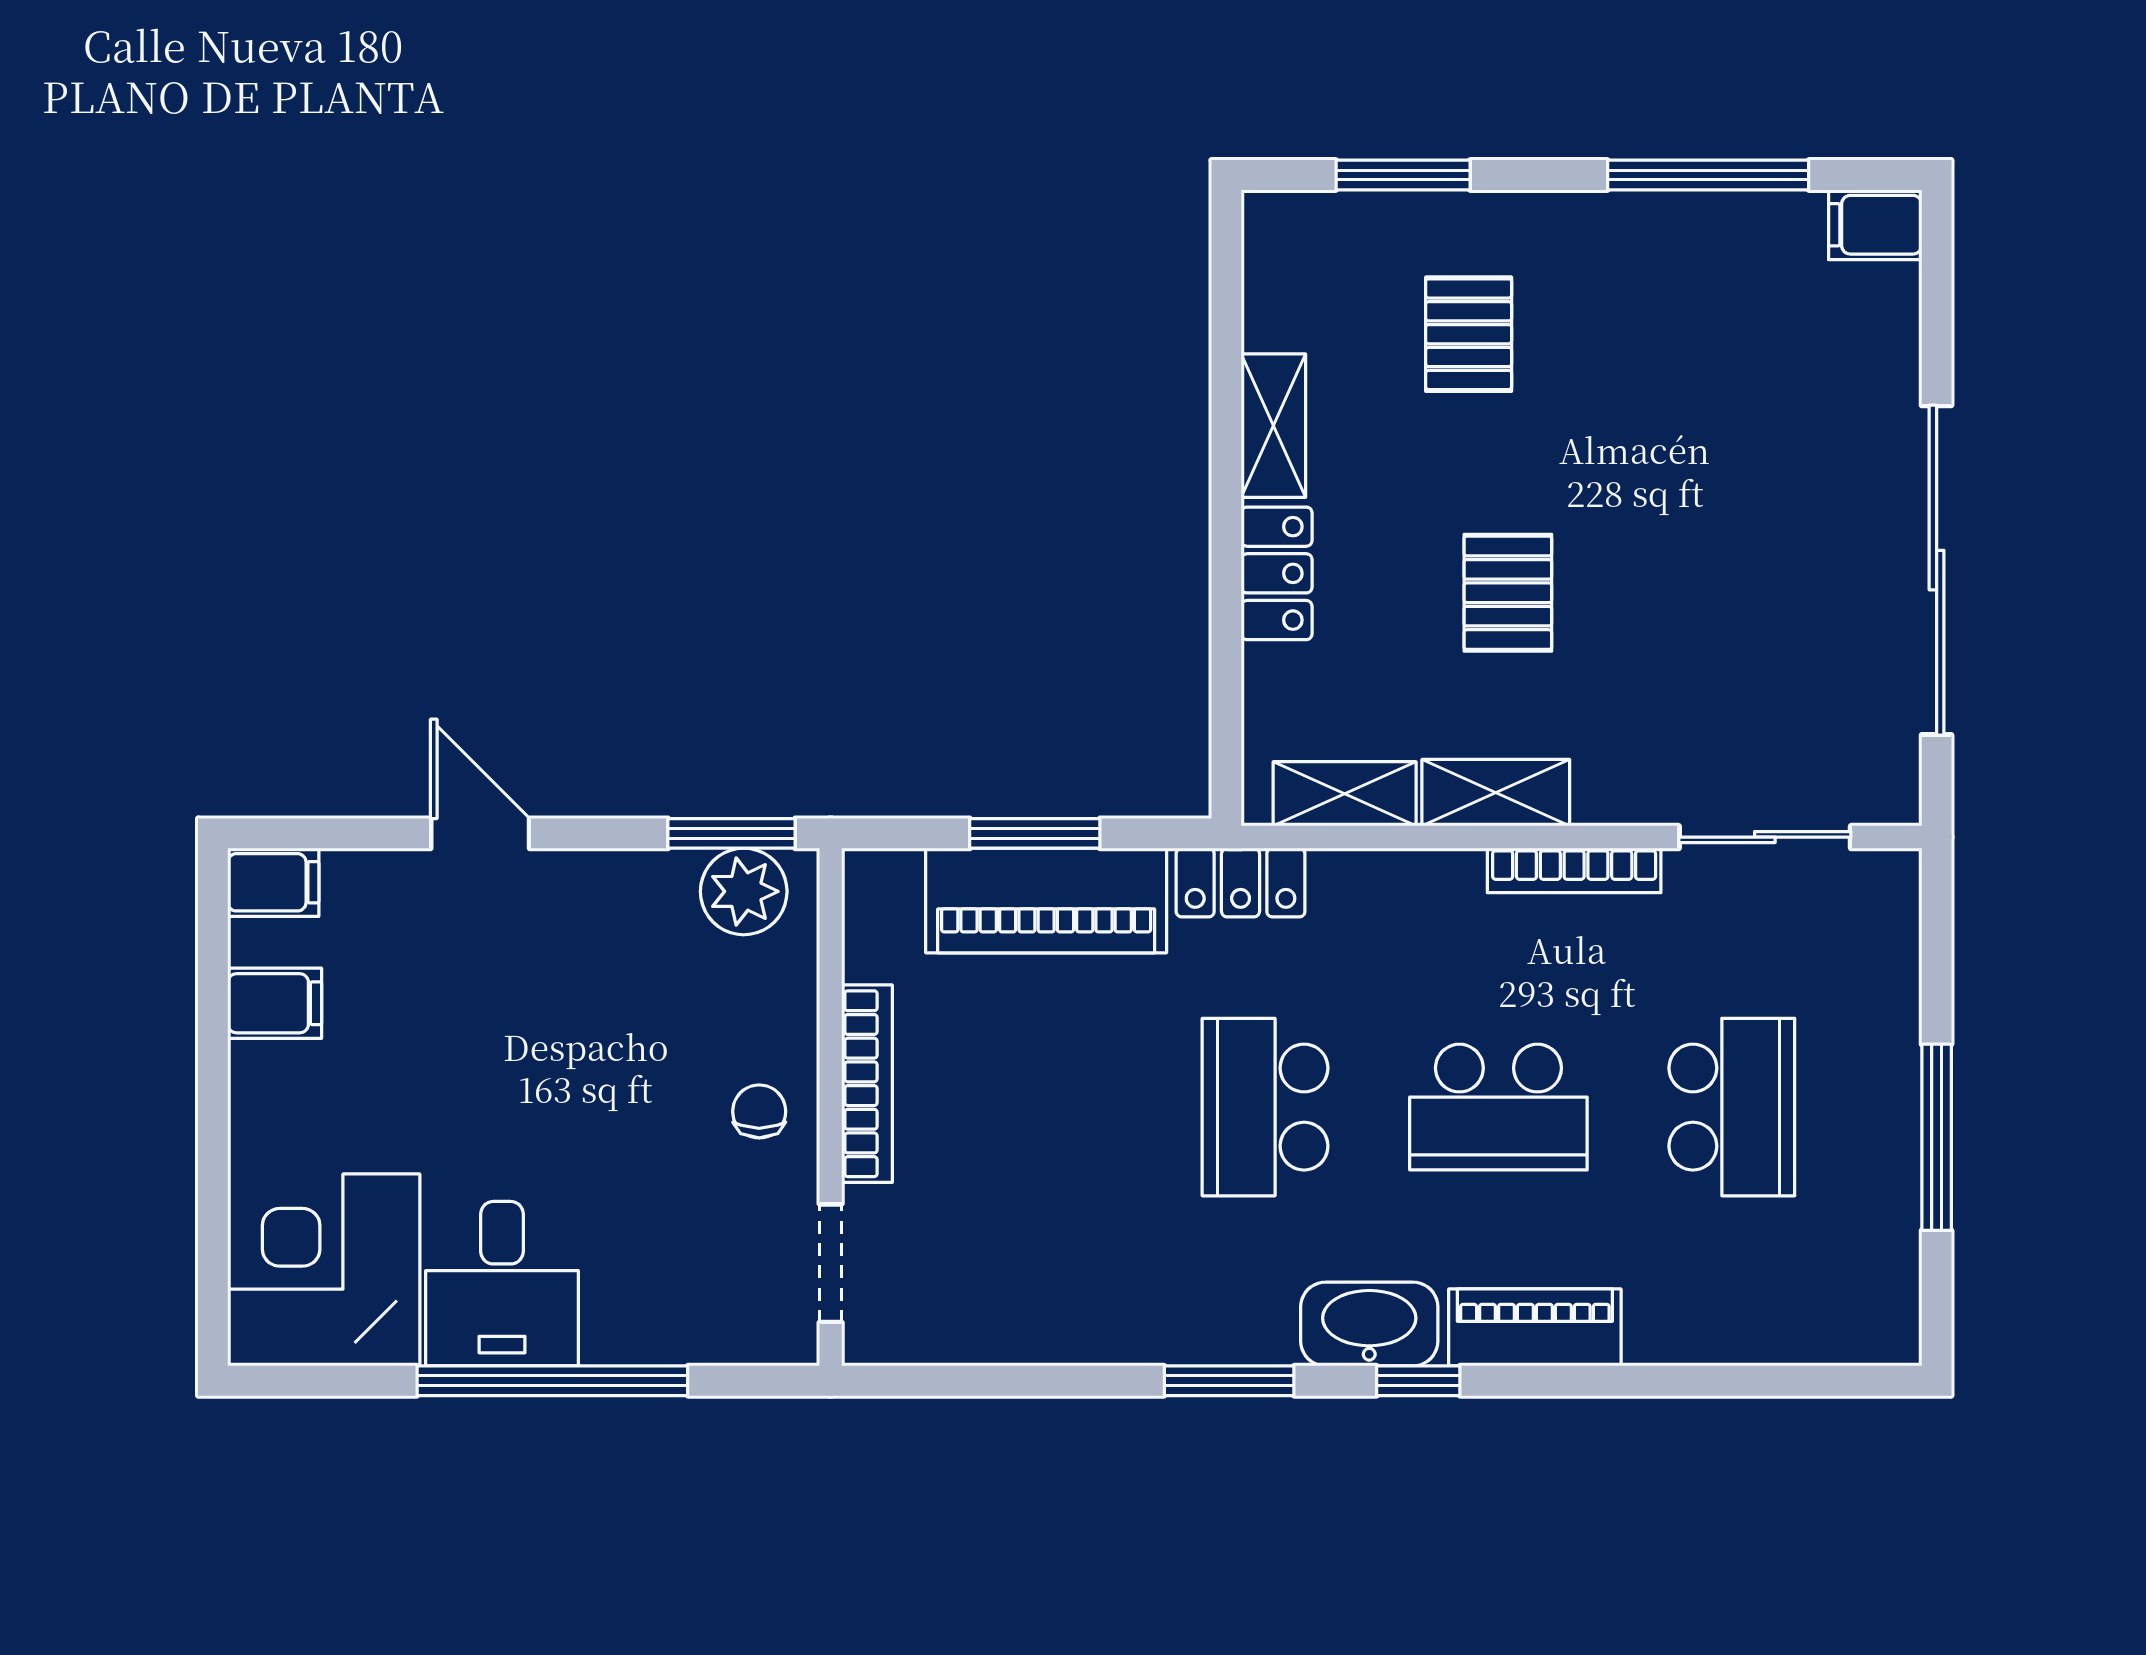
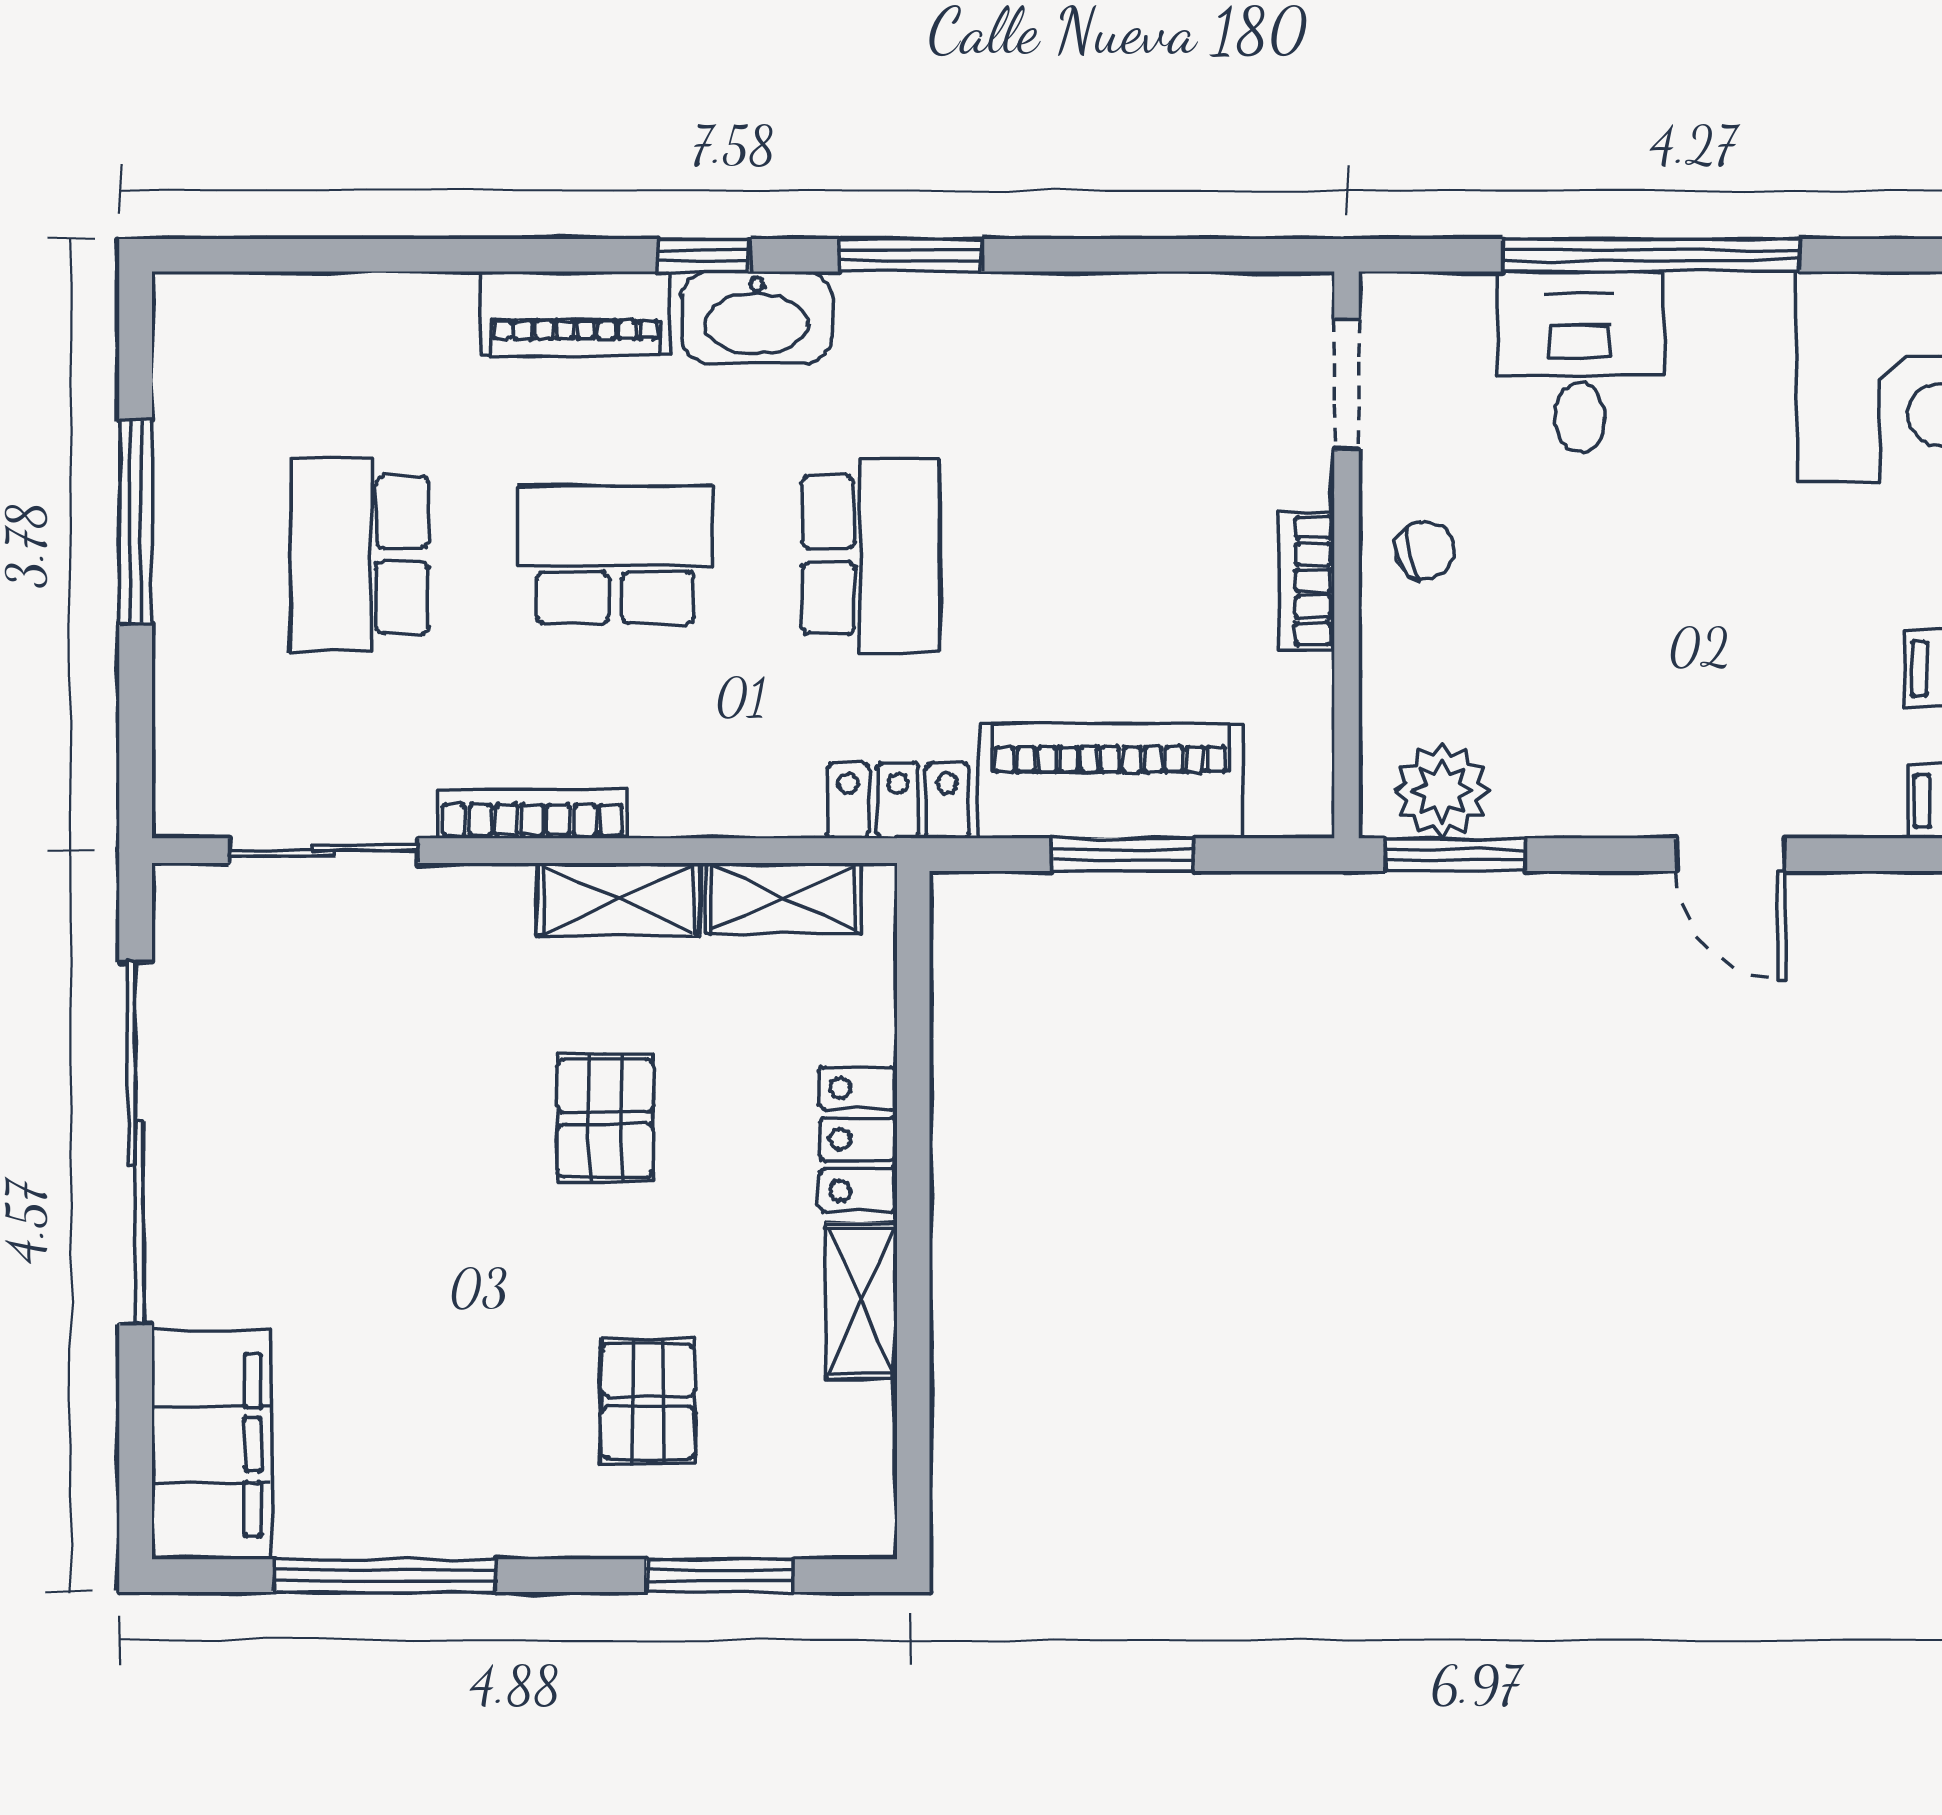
filing cabinet: (1875, 225) -> (211, 1445), width x3.00, depth x1.17
bookcase: (867, 1084) -> (1307, 581), width x0.64
chair: (759, 1111) -> (1425, 550), turned -106
desk: (502, 1284) -> (1580, 362), moved

